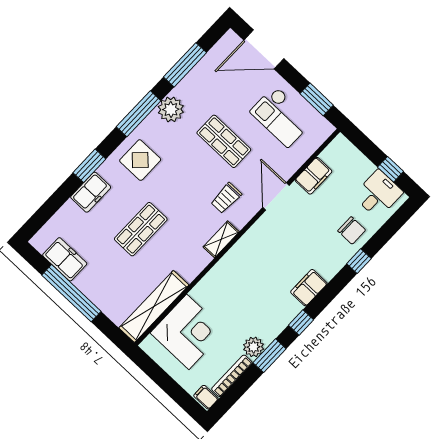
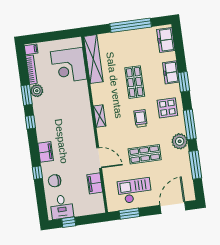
trolley: (226, 198) -> (141, 118), moved
freezer: (65, 259) -> (166, 40), moved, turned 90
filing cabinet: (309, 288) -> (46, 152), moved

